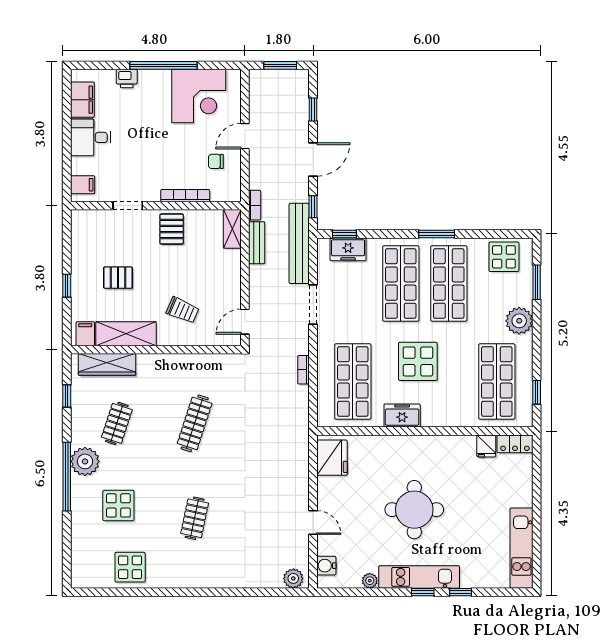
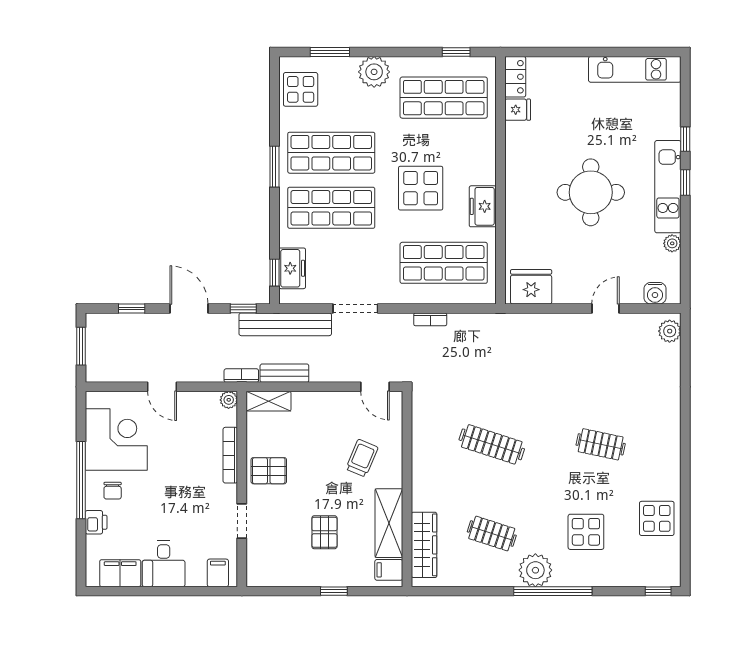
chair: (216, 161) -> (113, 491), moved
plant: (233, 194) -> (229, 400), added
window: (67, 396) -> (658, 591), moved

